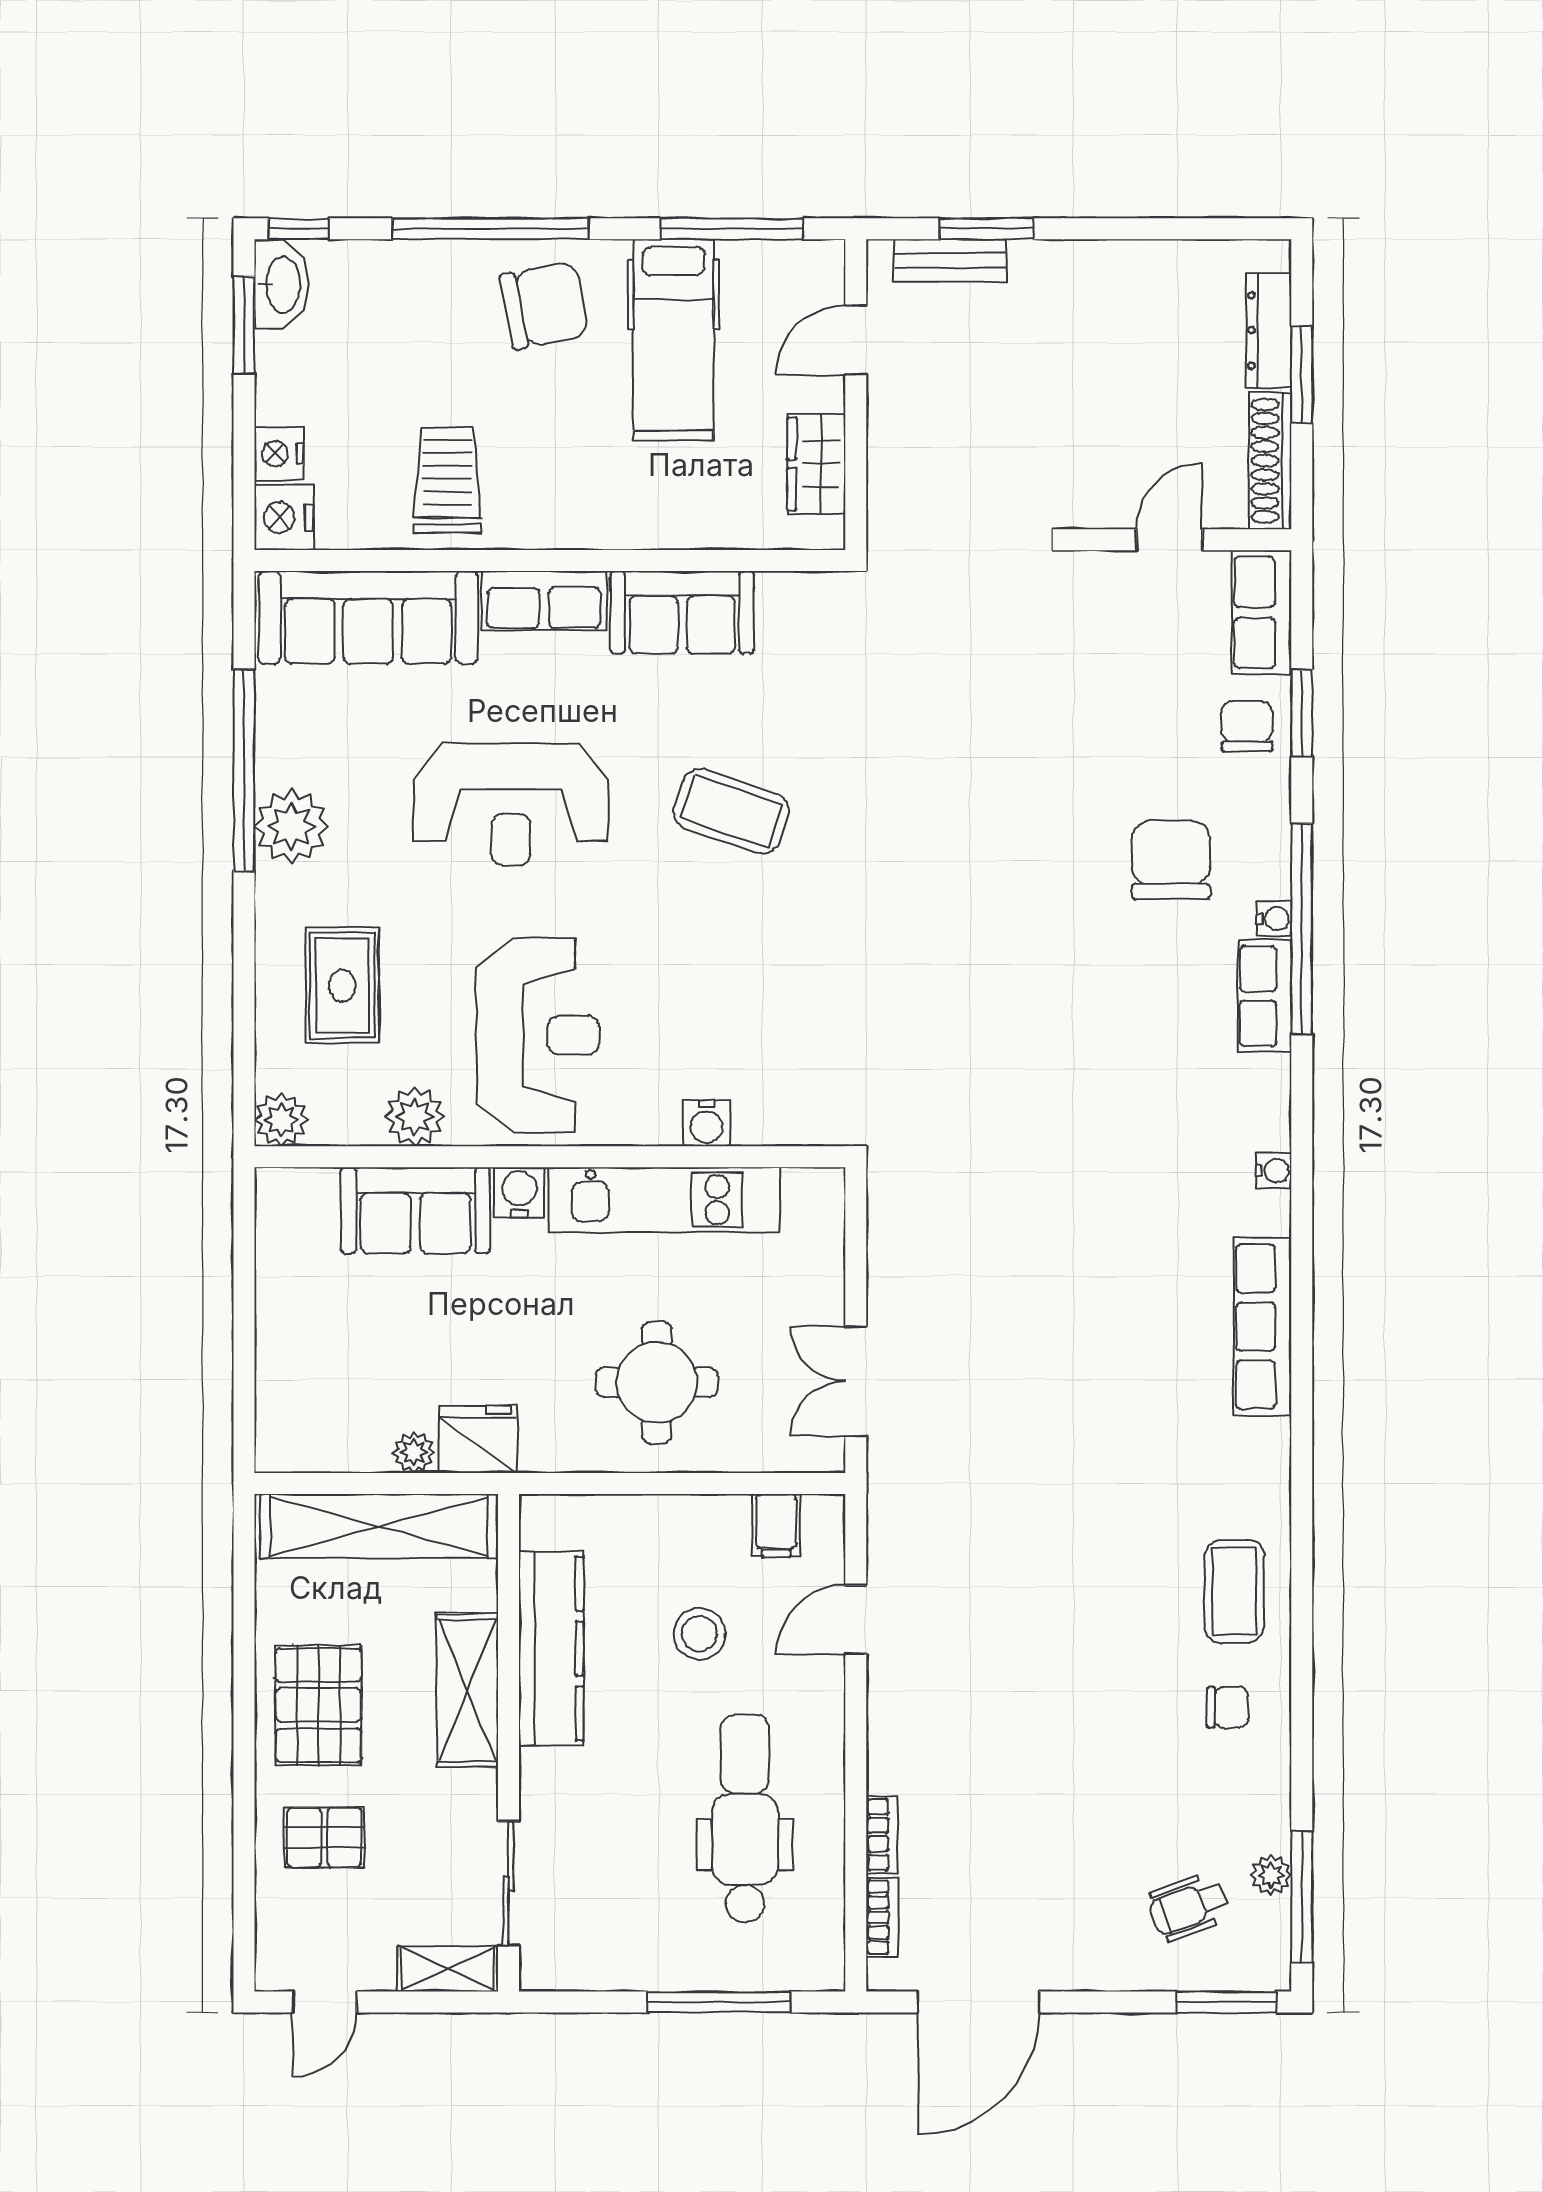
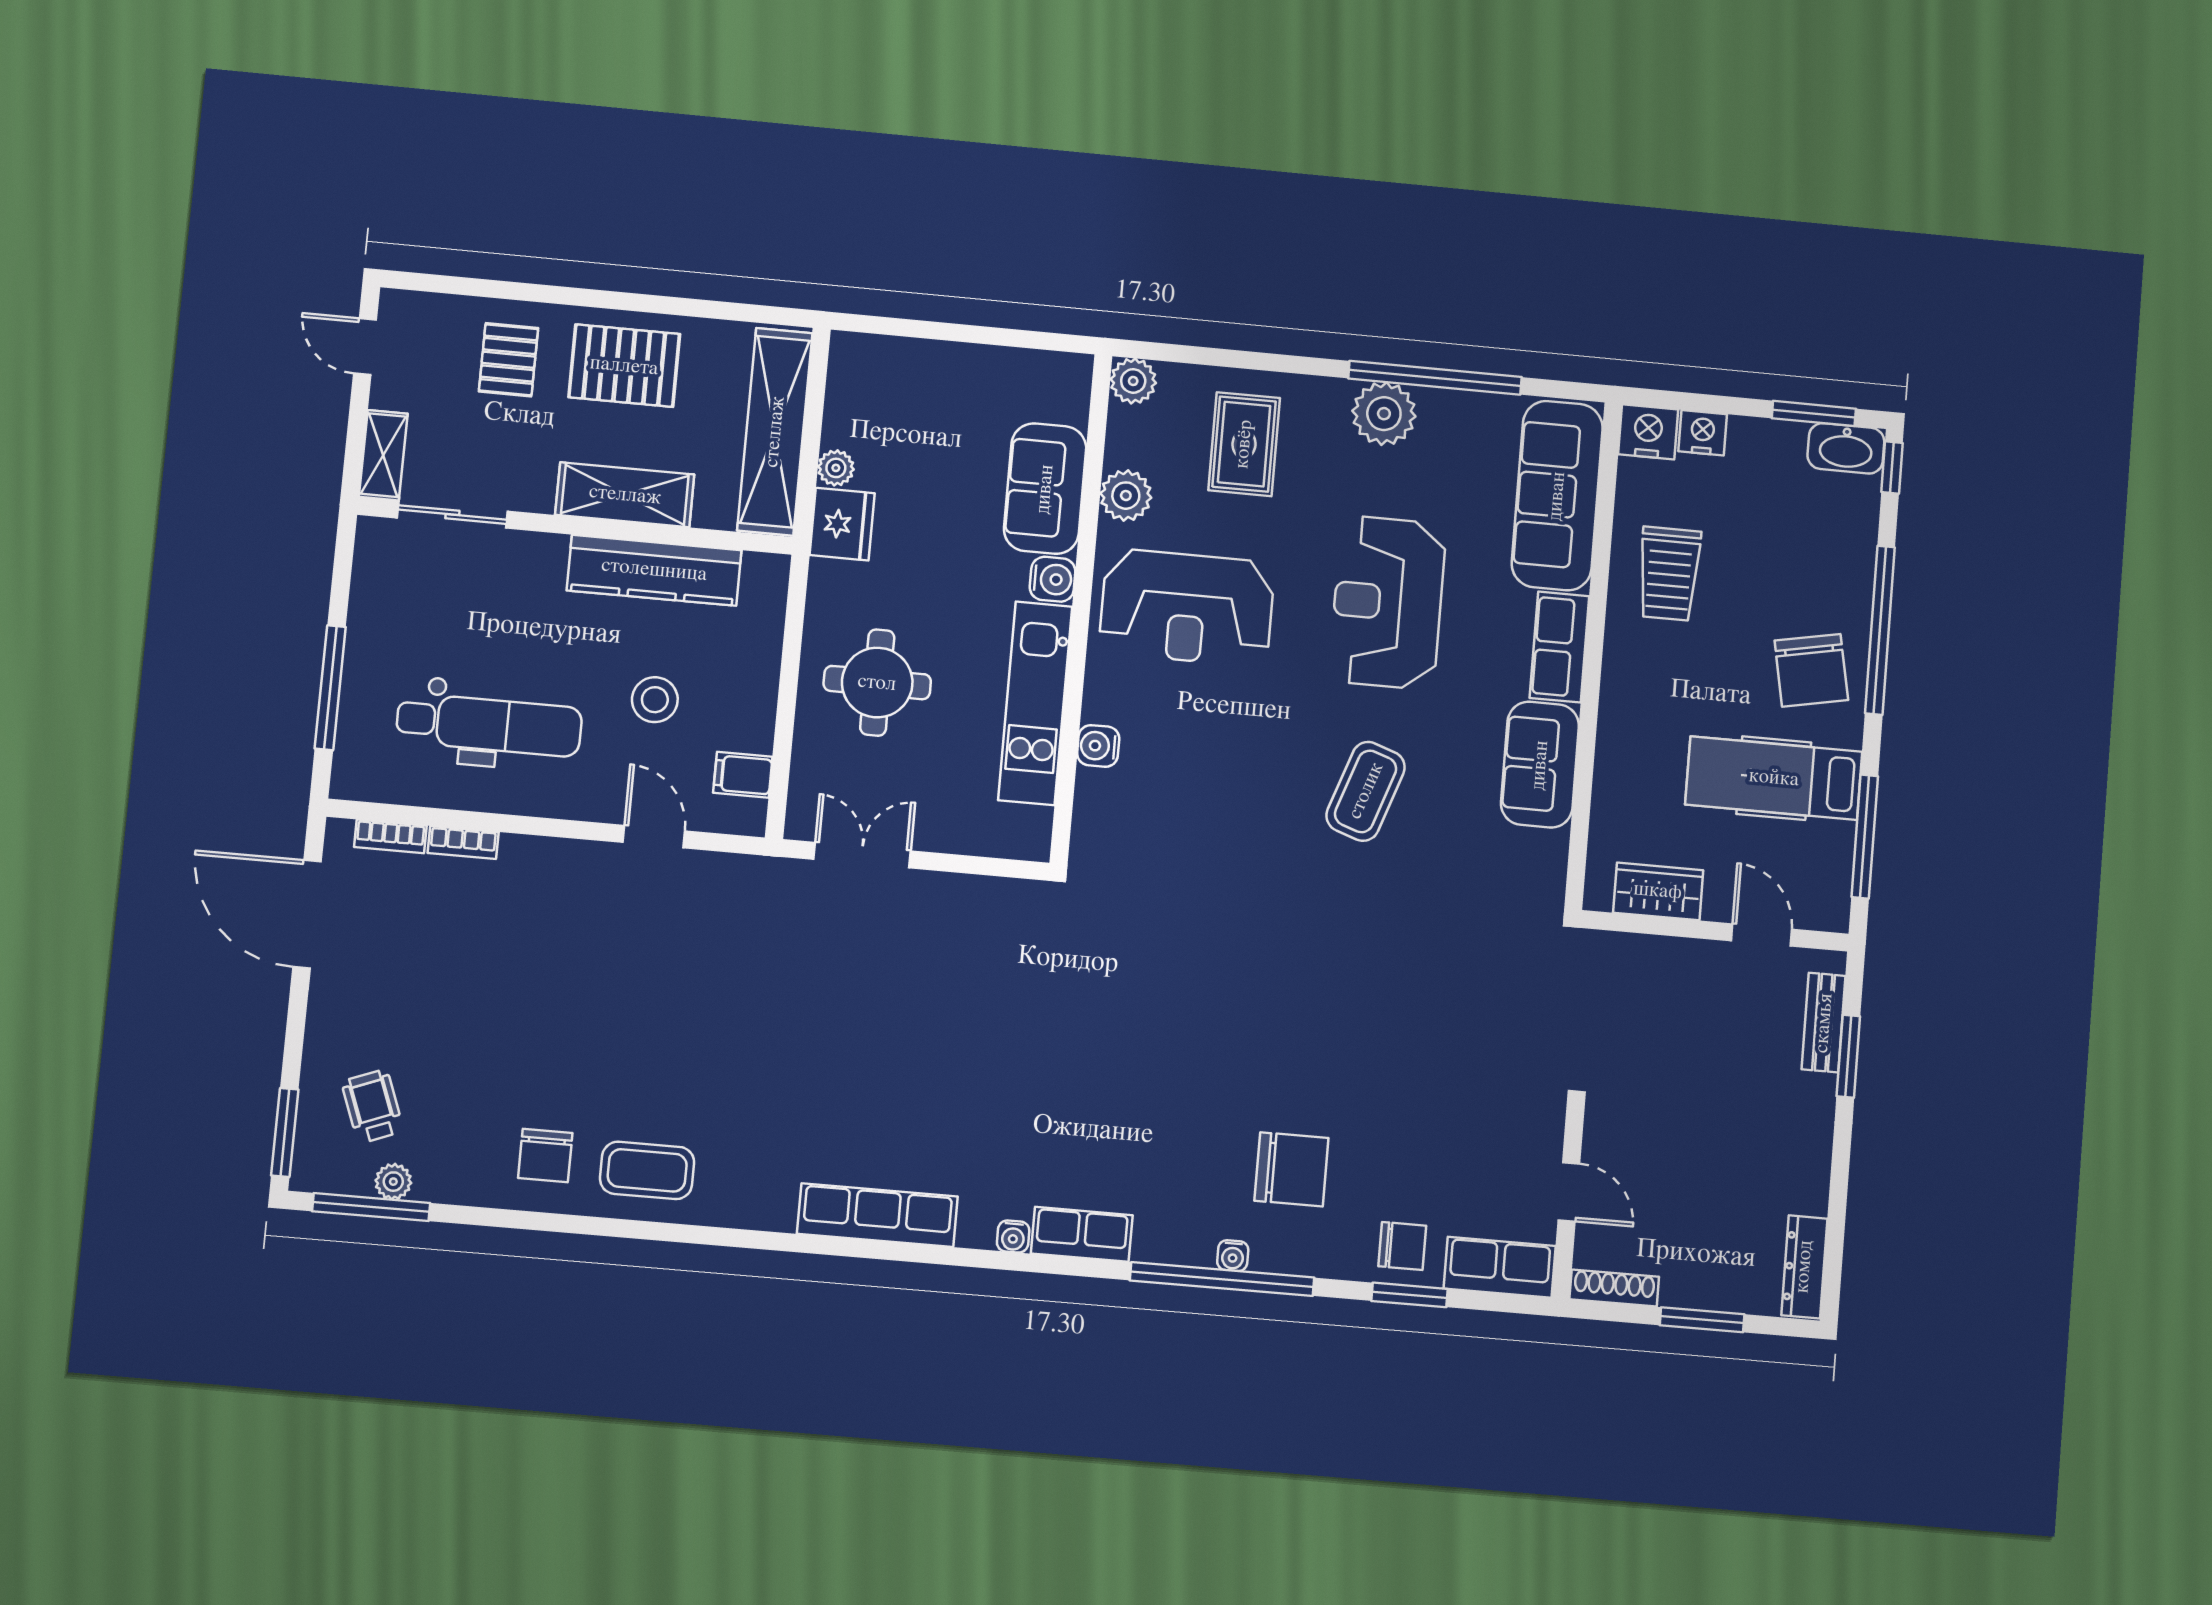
dresser: (1269, 330) -> (1804, 1267), moved, turned -90
shoe rack: (1270, 461) -> (1614, 1288), width x0.74, depth x0.81
trolley: (447, 480) -> (1669, 574), turned 90
rug: (342, 985) -> (1244, 444), turned 90
row of seats: (1265, 996) -> (1082, 1234), moved
chair: (1227, 1707) -> (545, 1156), width x1.37, depth x1.37

